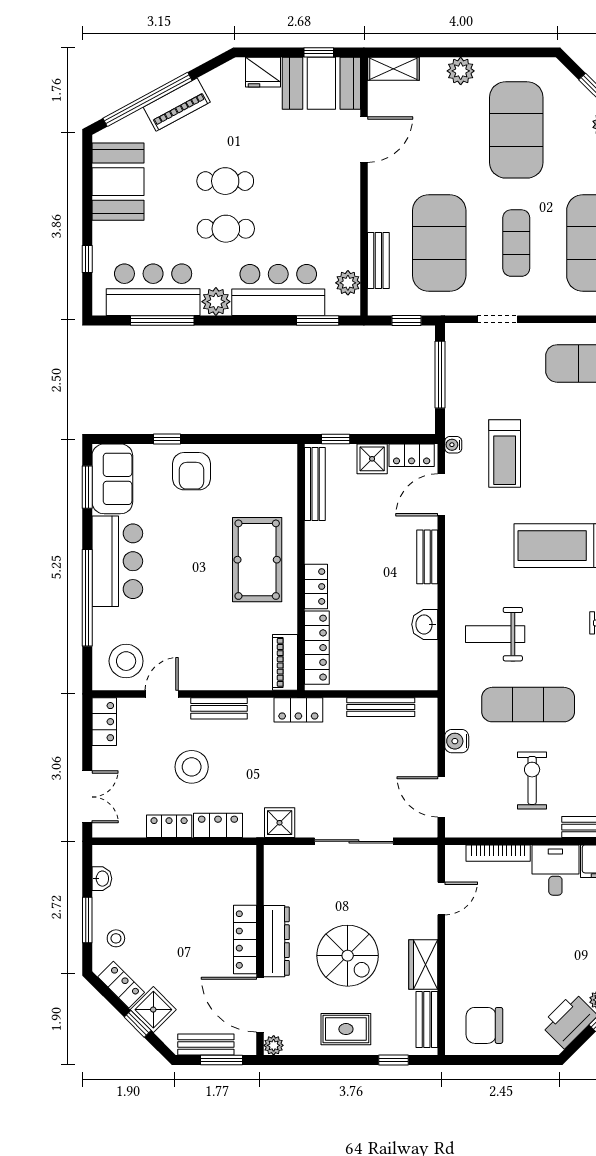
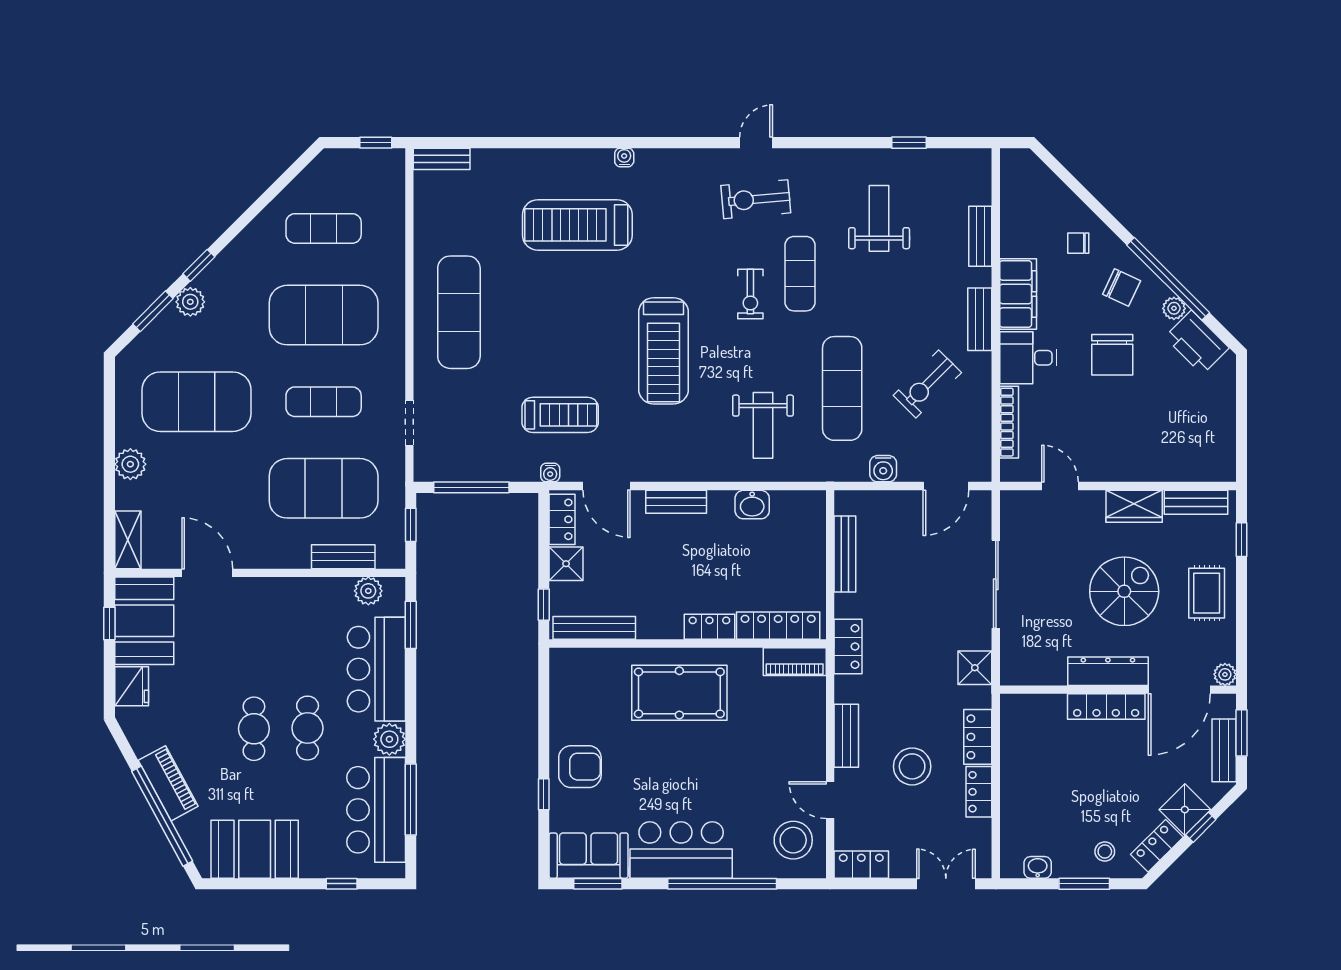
exercise bike: (532, 780) -> (927, 384), turned -45
chair: (484, 1025) -> (1112, 355), moved

